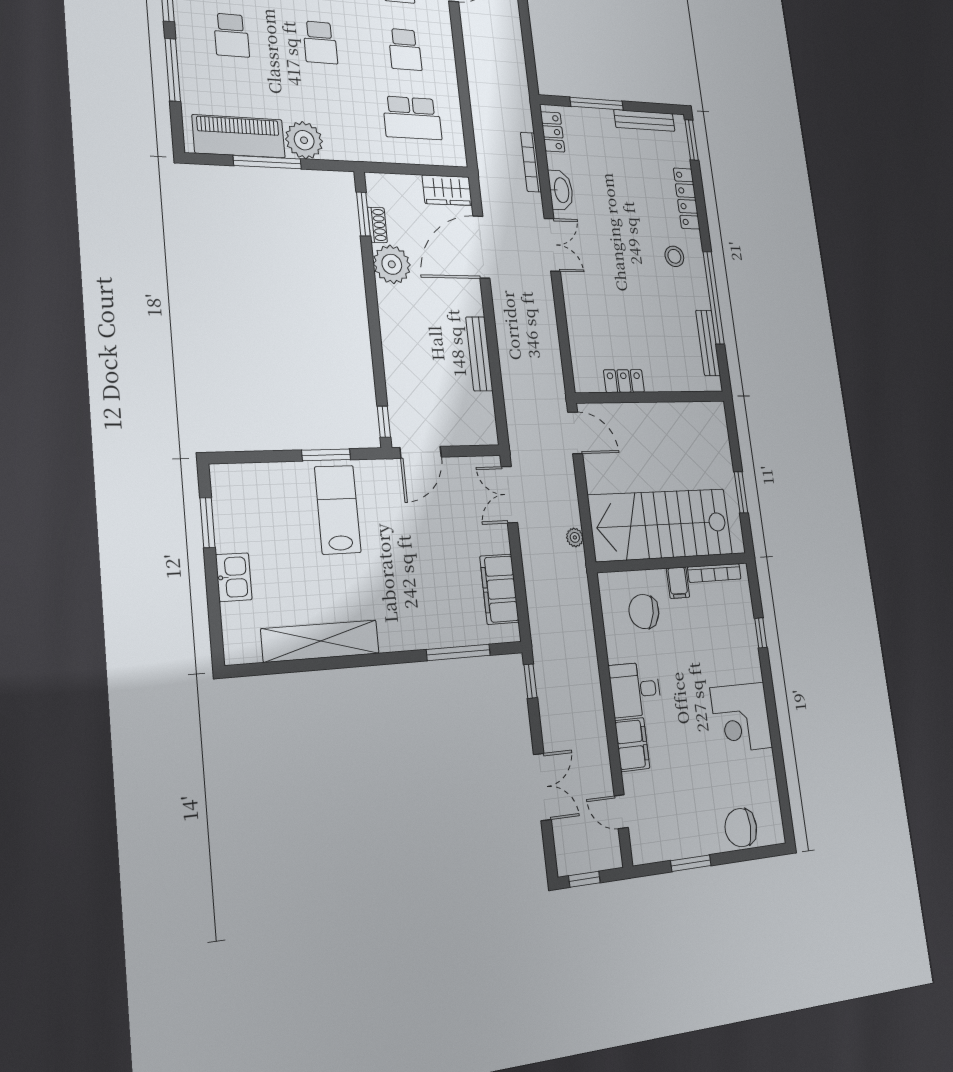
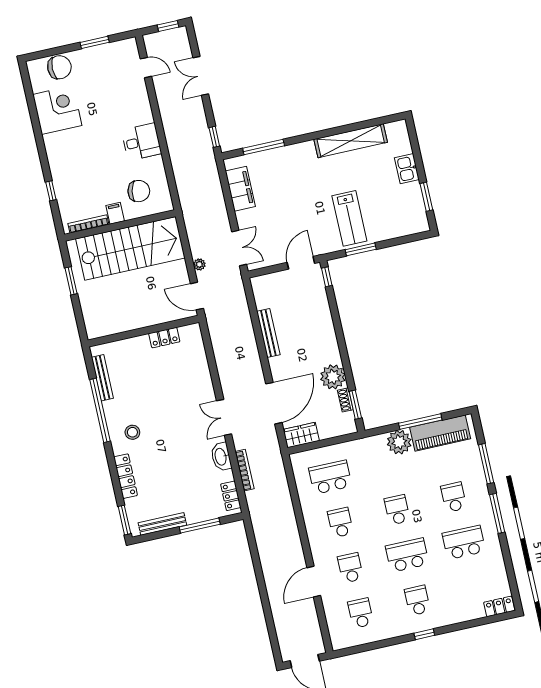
plant: (575, 537) -> (199, 264), moved
corner desk: (741, 718) -> (57, 110), moved
filing cabinet: (632, 744) -> (141, 108), removed

